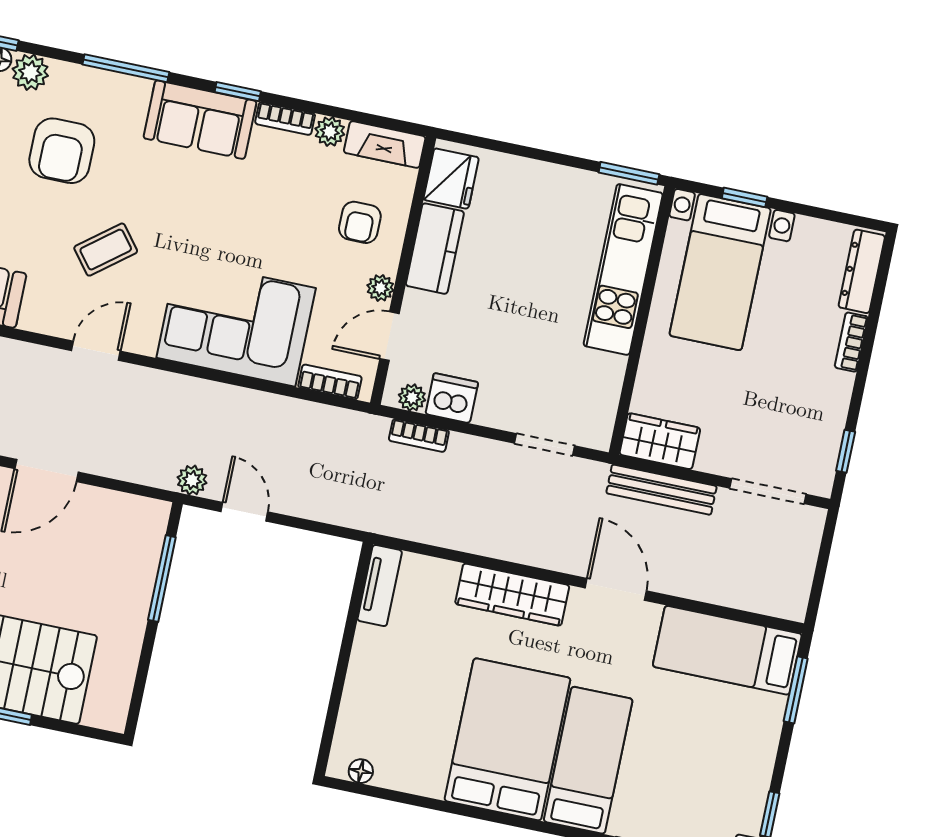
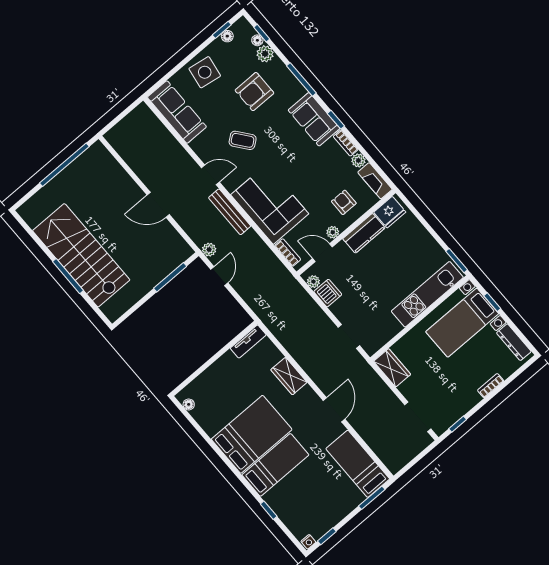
armchair: (360, 222) -> (344, 202), turned 90
dresser: (862, 271) -> (514, 342), moved, turned -90
bookcase: (419, 435) -> (305, 297), removed
bench: (661, 490) -> (230, 212), moved
wardrobe: (512, 595) -> (289, 376), width x0.67

